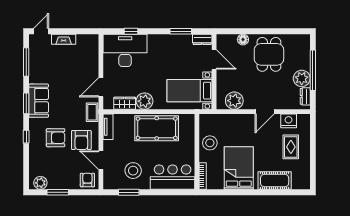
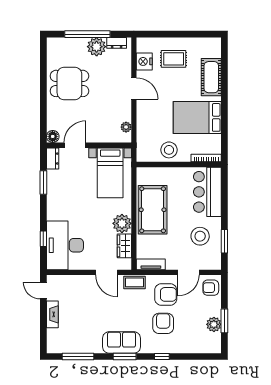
door: (41, 31) -> (43, 291), moved
floor lamp: (243, 40) -> (53, 136), moved
plant: (234, 101) -> (126, 127), width x0.53, depth x0.53
plant: (40, 183) -> (214, 324), moved

